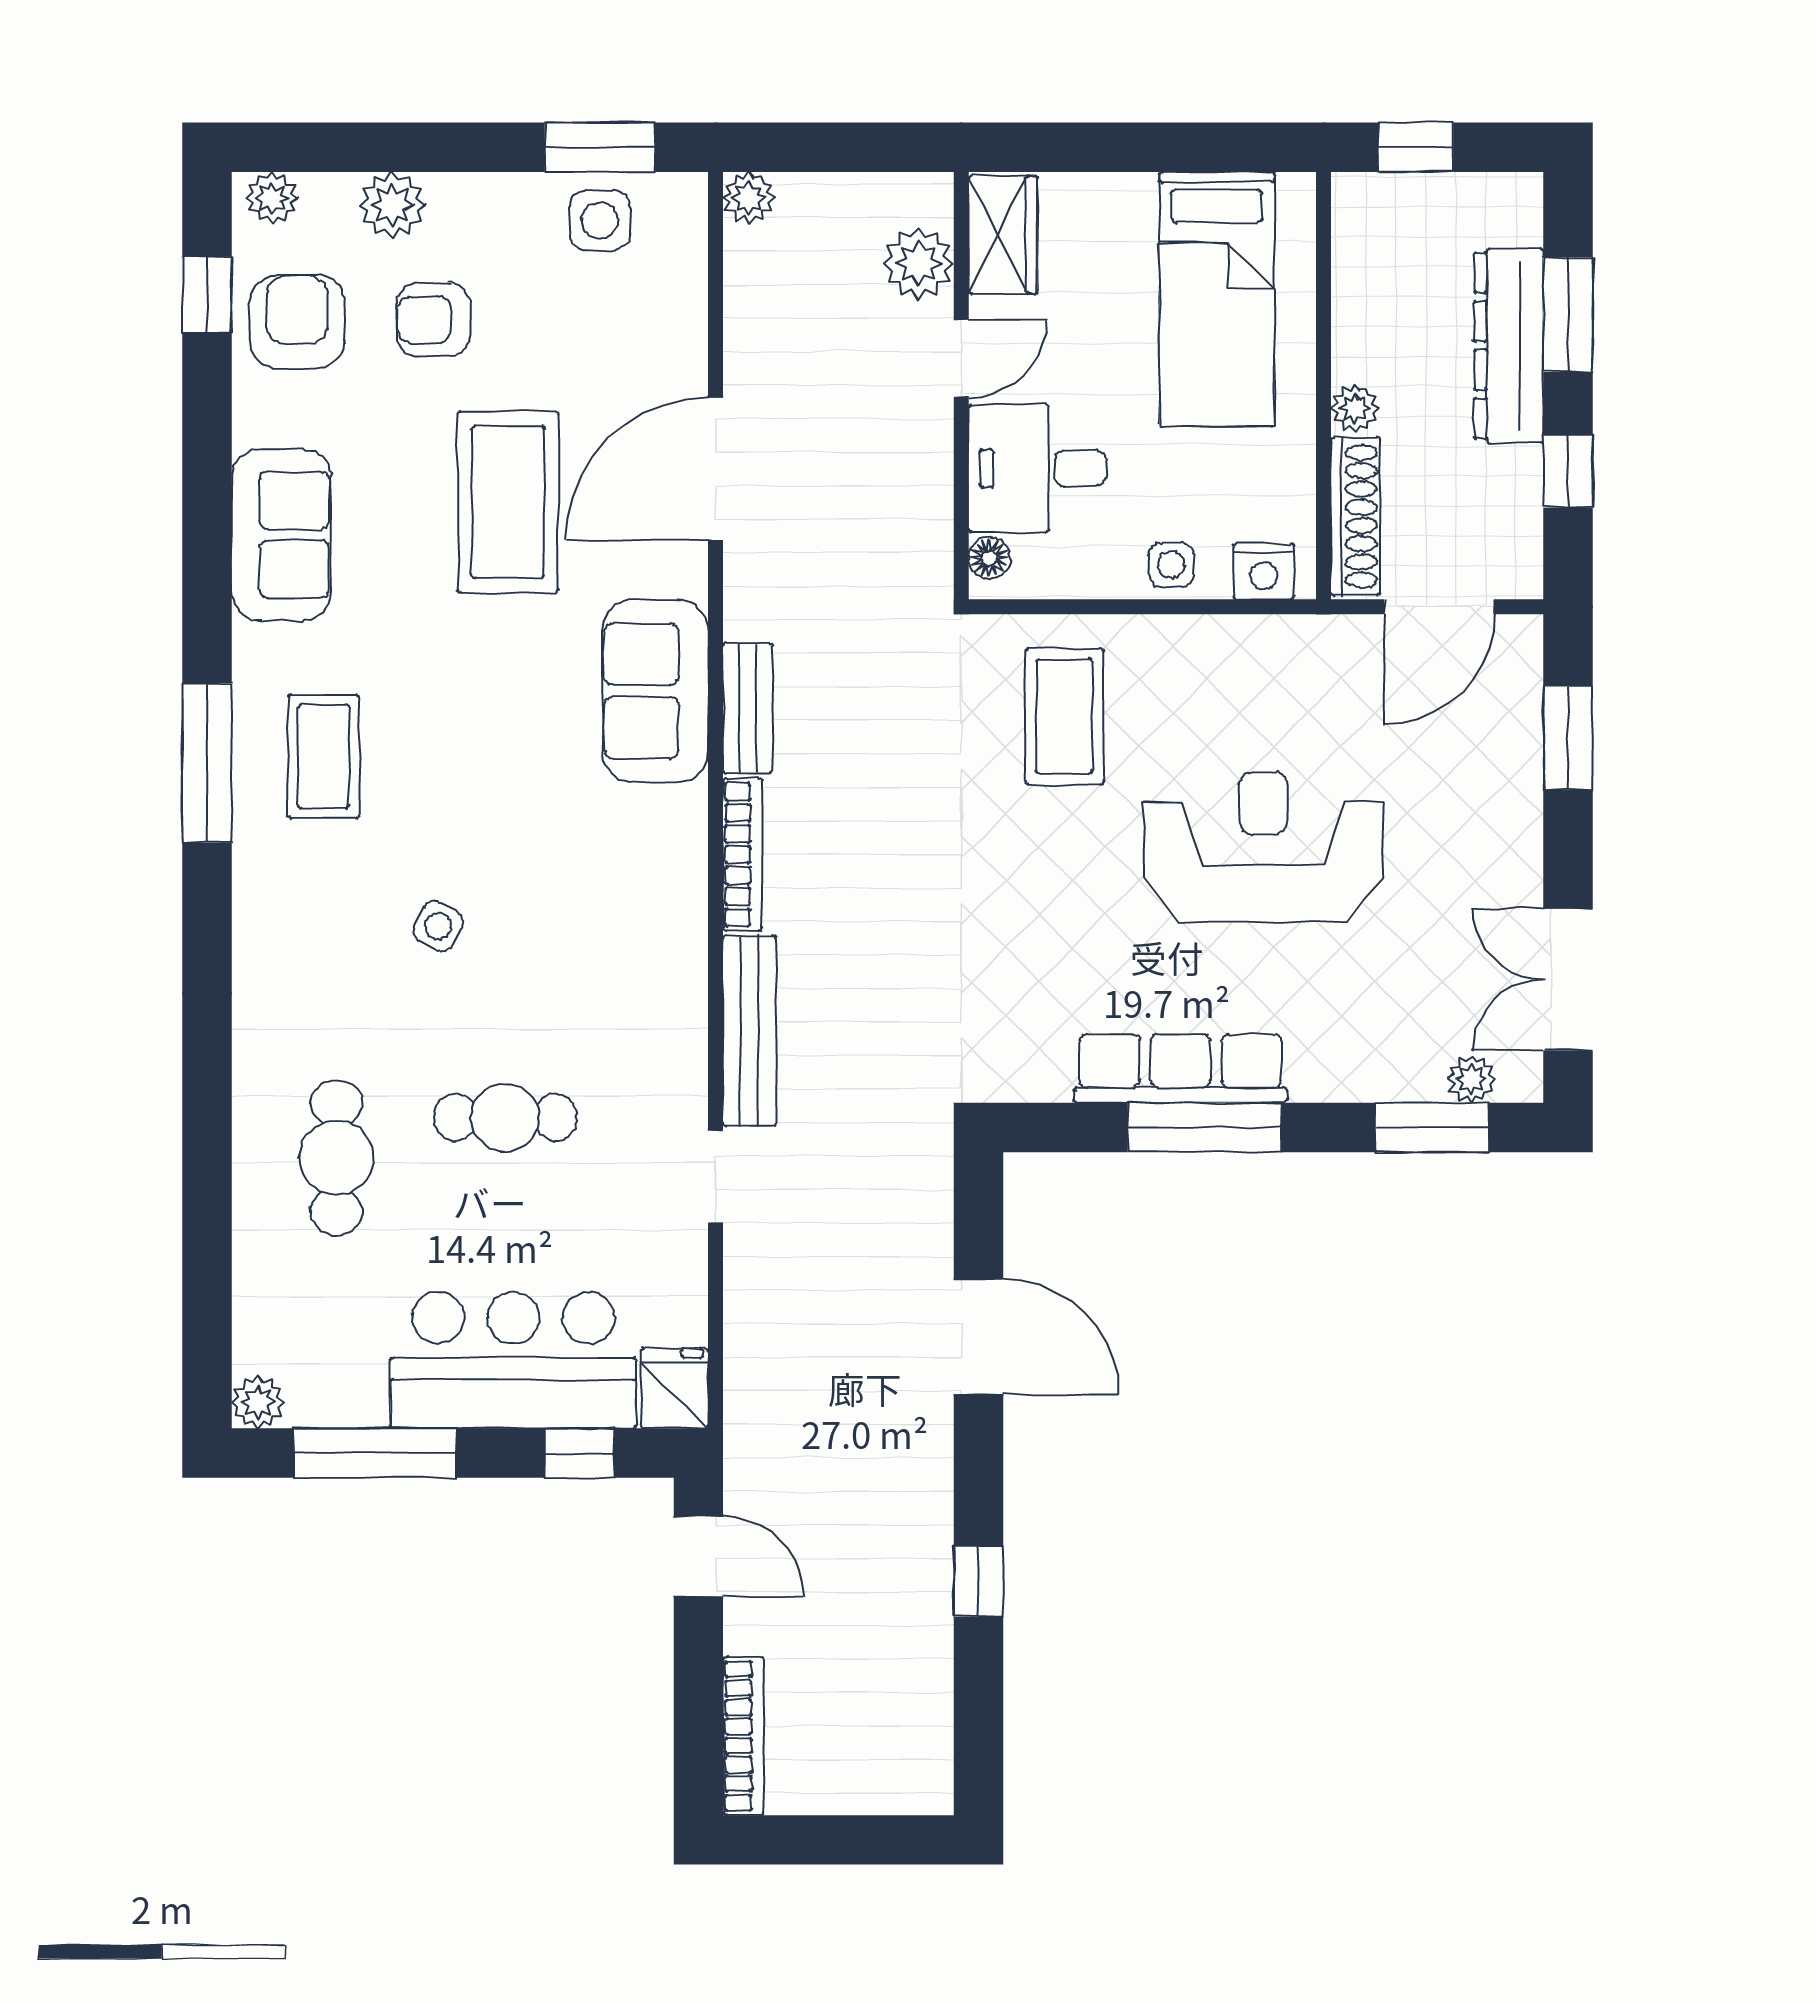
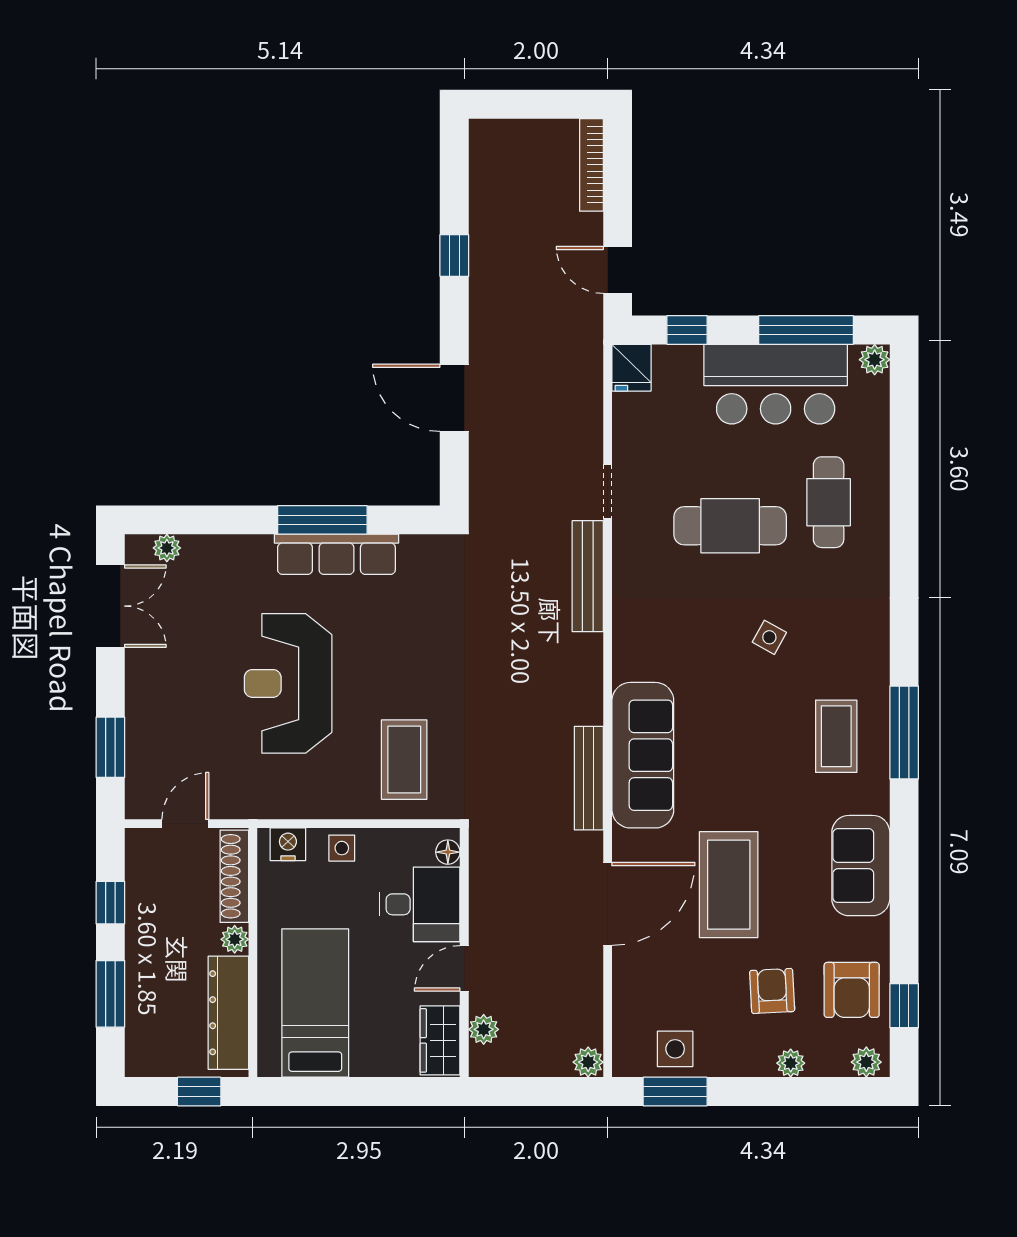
plant: (393, 205) -> (791, 1063), width x0.73, depth x0.73
plant: (918, 263) -> (484, 1029), width x0.73, depth x0.73
armchair: (433, 320) -> (772, 991), turned -93
dresser: (1509, 346) -> (228, 1013), moved, turned 180
door: (1439, 607) -> (185, 824), width x0.73
sofa: (655, 691) -> (643, 755), width x1.36
bench: (748, 708) -> (589, 778), width x1.36
reception desk: (1263, 847) -> (288, 683), turned 90
bookcase: (742, 855) -> (592, 679), removed
cafe table: (505, 1117) -> (730, 526), width x1.37, depth x1.35
window: (1432, 1127) -> (190, 520), removed
bar counter: (513, 1360) -> (776, 384), moved

